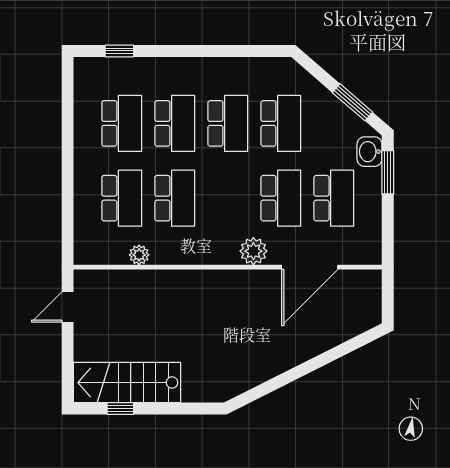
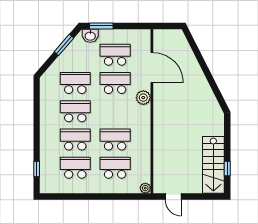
plant: (139, 255) -> (145, 188), moved

